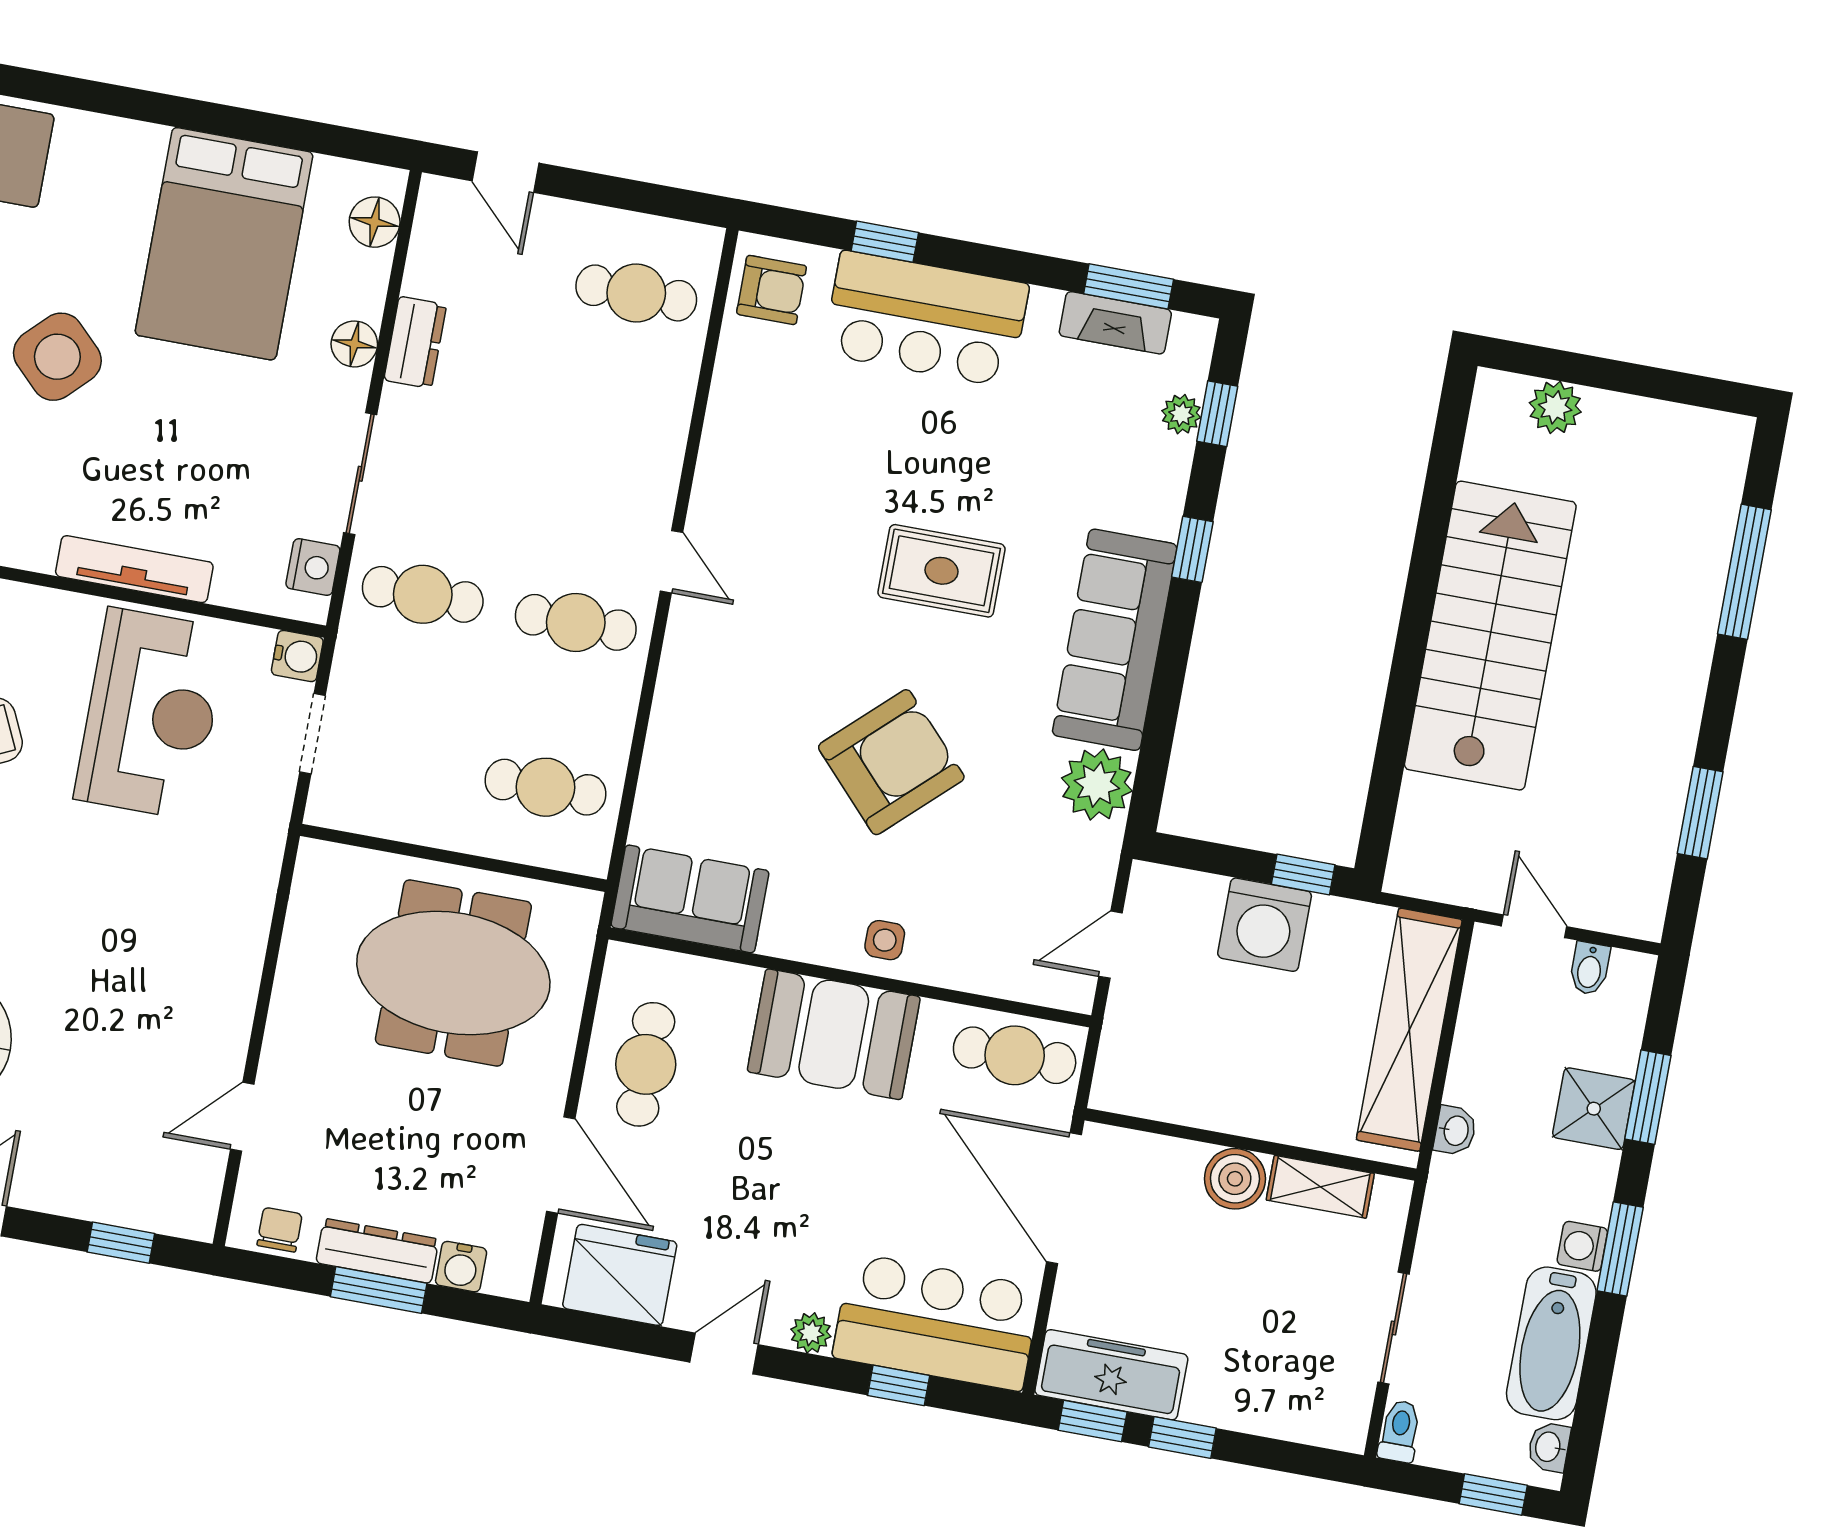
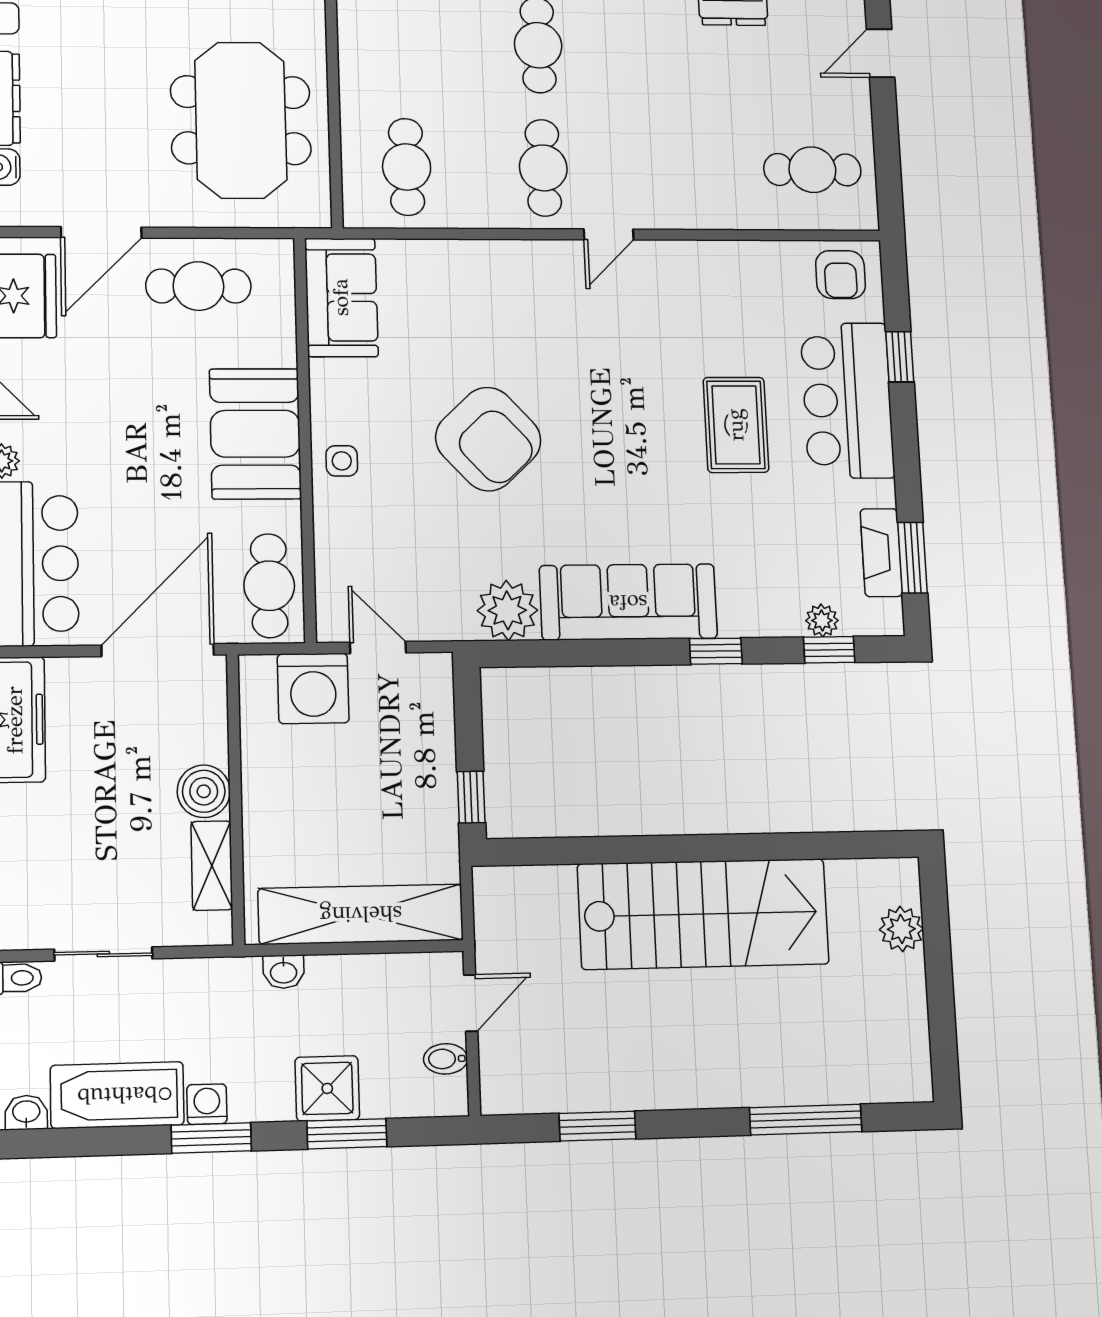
cafe table: (636, 293) -> (812, 170), turned 90
rug: (942, 571) -> (736, 425), moved
washing machine: (1265, 925) -> (313, 688), moved, turned -90

